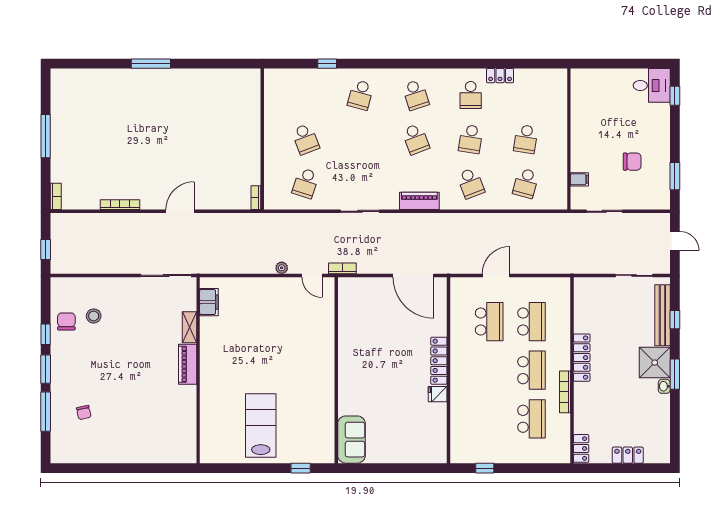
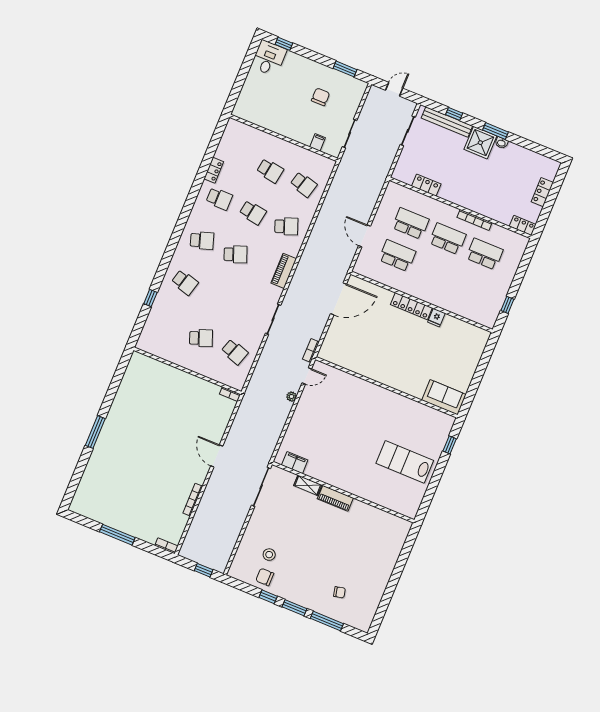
locker: (582, 358) -> (426, 185), moved, width x0.66

